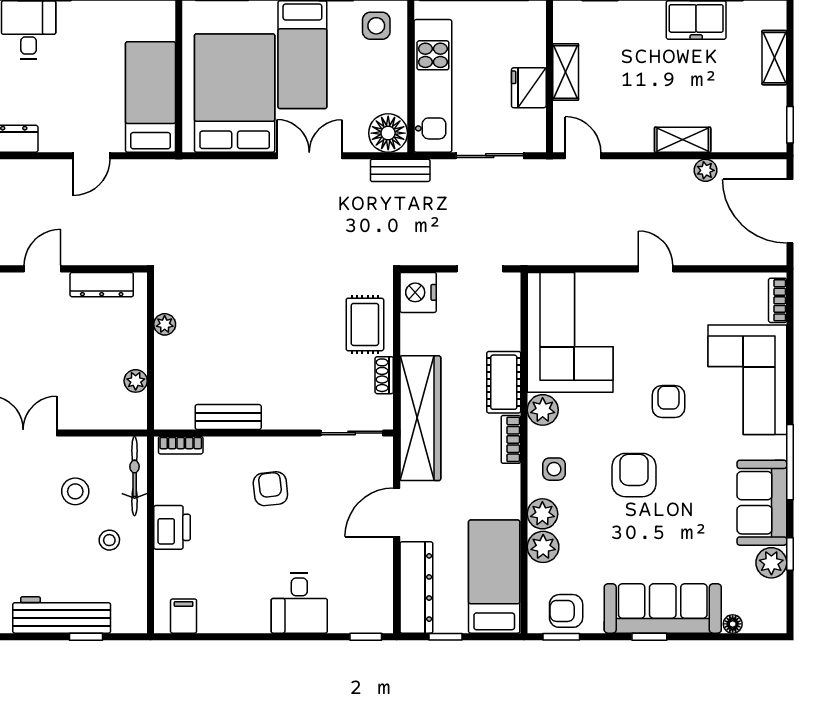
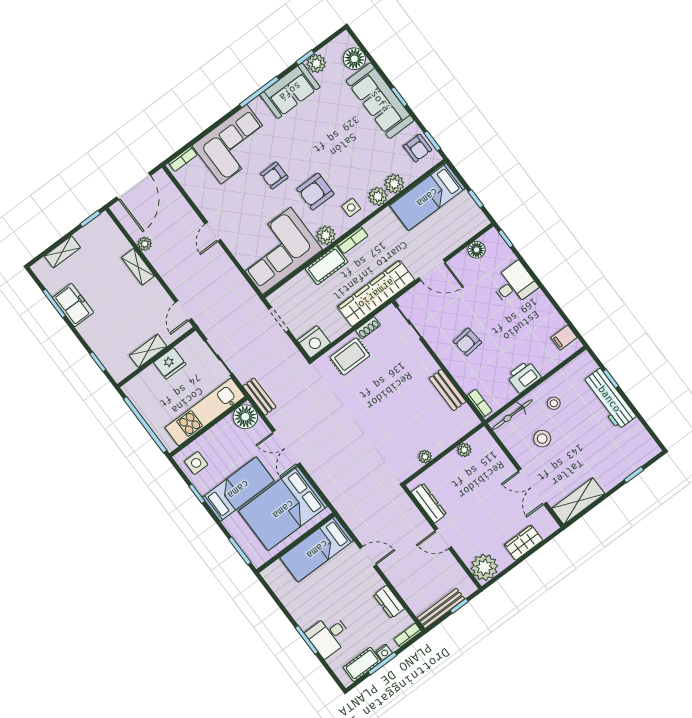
armchair: (634, 475) -> (315, 192), moved
dresser: (416, 587) -> (462, 232), removed
floor lamp: (380, 589) -> (477, 250), added
floor lamp: (733, 624) -> (354, 59), width x1.89, depth x1.89

